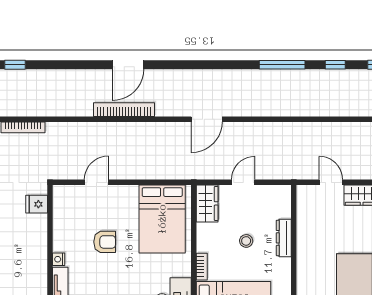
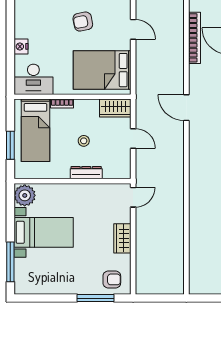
door: (96, 182) -> (133, 29), moved
door: (331, 182) -> (133, 197), moved
armchair: (105, 242) -> (83, 22), turned 79

